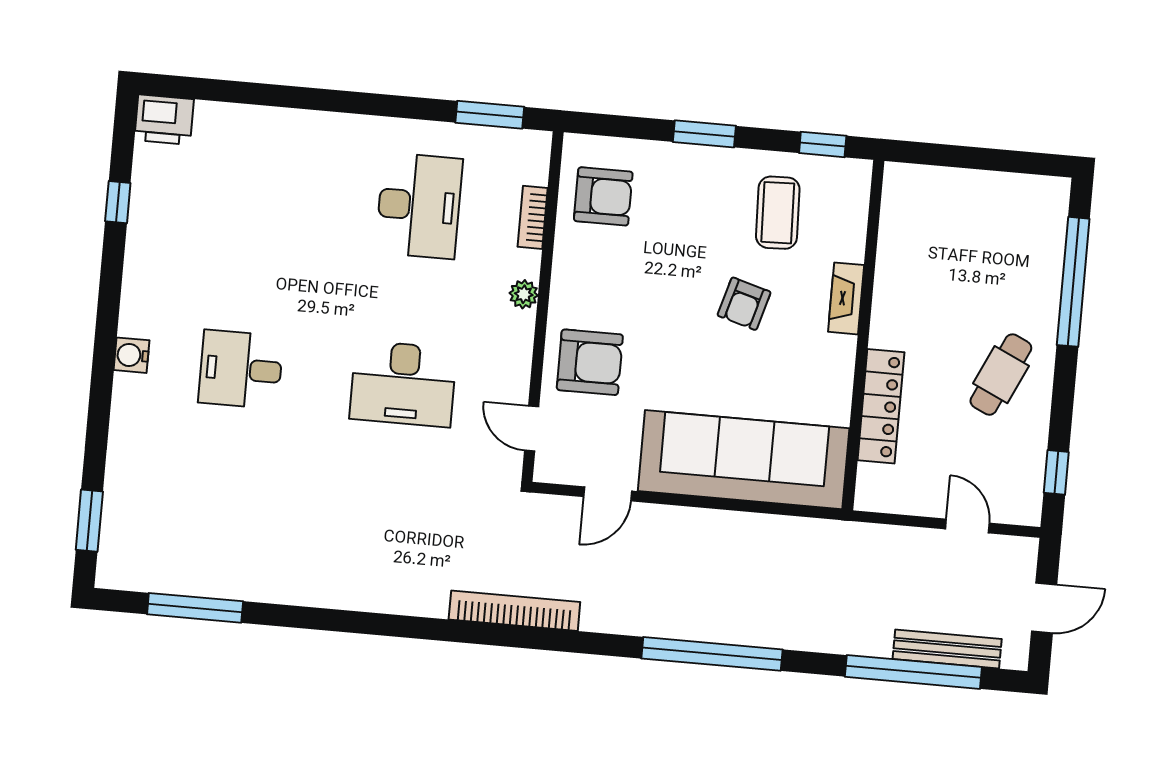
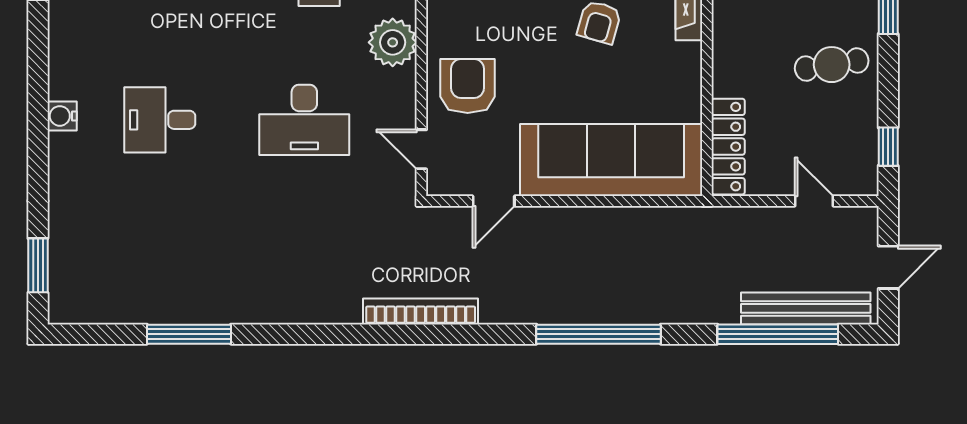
plant: (524, 294) -> (393, 42), width x1.87, depth x1.87
armchair: (590, 362) -> (468, 86), turned -90
cafe table: (1001, 375) -> (832, 65), turned 56
locker: (881, 406) -> (728, 147), moved
window: (195, 608) -> (189, 334), moved
bench: (947, 649) -> (806, 308), width x1.37, depth x1.21

